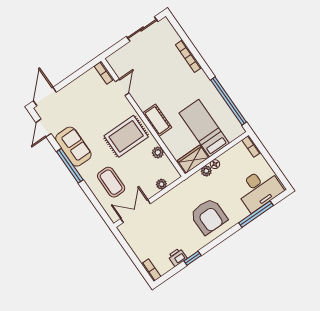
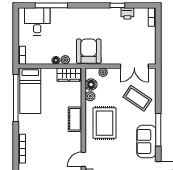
bed: (204, 128) -> (30, 91), moved
rug: (126, 136) -> (105, 123), turned 90
floor lamp: (165, 164) -> (91, 85), added
coffee table: (111, 182) -> (137, 98), turned -56
desk: (259, 189) -> (37, 21), width x0.73
armchair: (209, 216) -> (89, 51), moved

